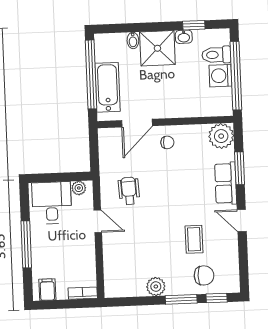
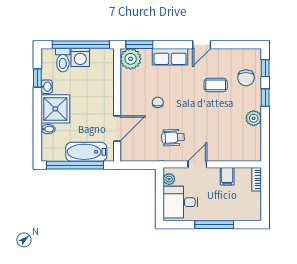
door: (137, 123) -> (117, 128), hinge flipped
chair: (167, 142) -> (158, 102), moved
window: (240, 168) -> (139, 45), moved
chair: (204, 275) -> (246, 78), turned 180
filing cabinet: (47, 290) -> (227, 176), moved, turned -90
window: (181, 299) -> (265, 98), width x0.67

